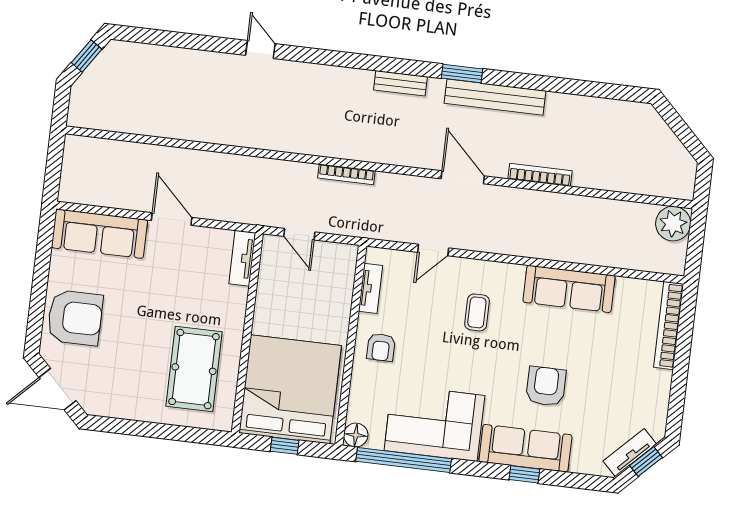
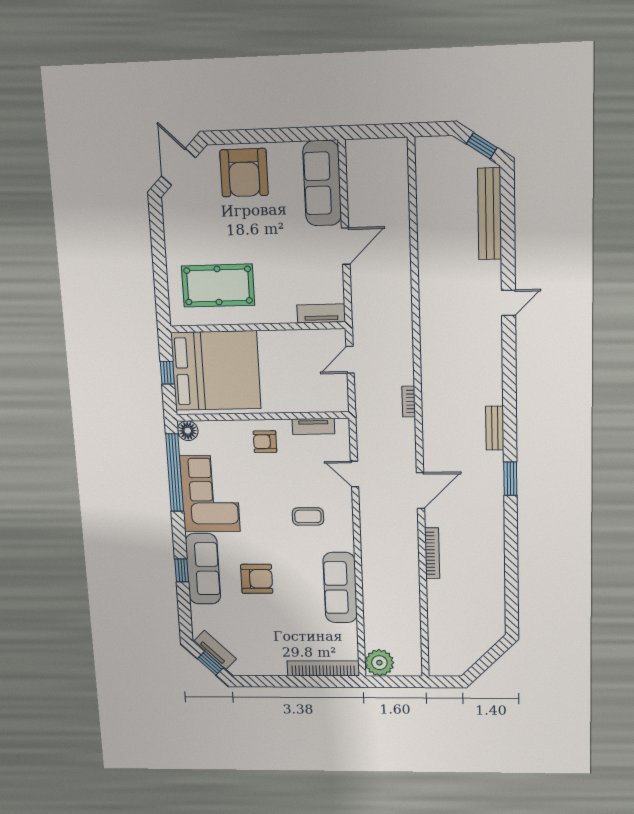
bench: (495, 97) -> (490, 214), moved
bookcase: (346, 174) -> (409, 402), width x0.64
plant: (673, 224) -> (379, 663), moved

